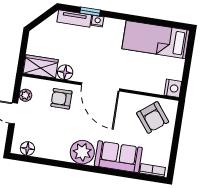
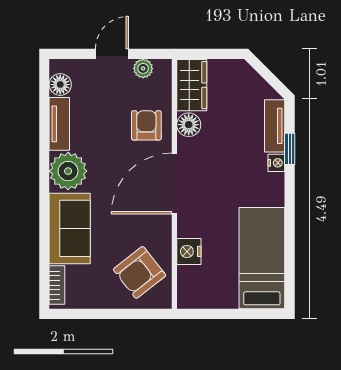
nightstand: (173, 88) -> (189, 251), moved, turned 90
tv unit: (52, 153) -> (59, 124), added

